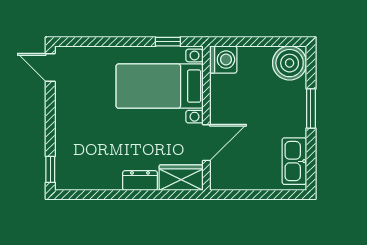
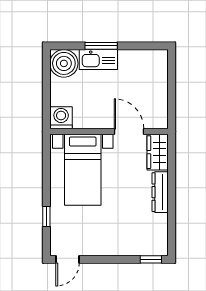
window: (168, 42) -> (46, 216), moved
kitchen sink: (294, 161) -> (98, 60), moved
dresser: (140, 181) -> (160, 192), width x1.44

